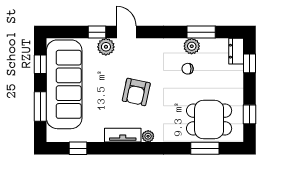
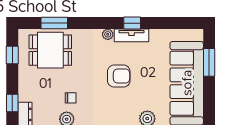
window: (40, 64) -> (209, 102), removed
armchair: (136, 92) -> (119, 76), turned 78
window: (78, 148) -> (132, 23), moved

